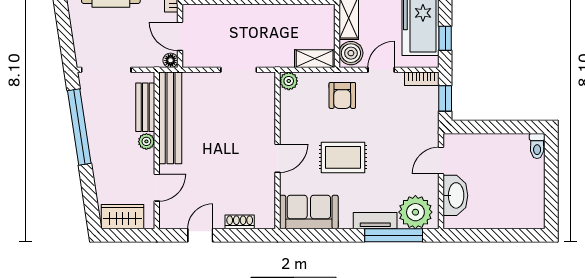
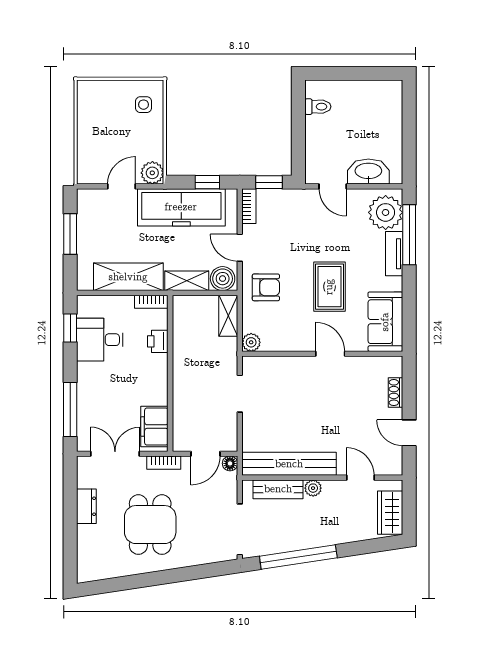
toilet: (537, 146) -> (318, 107), moved

